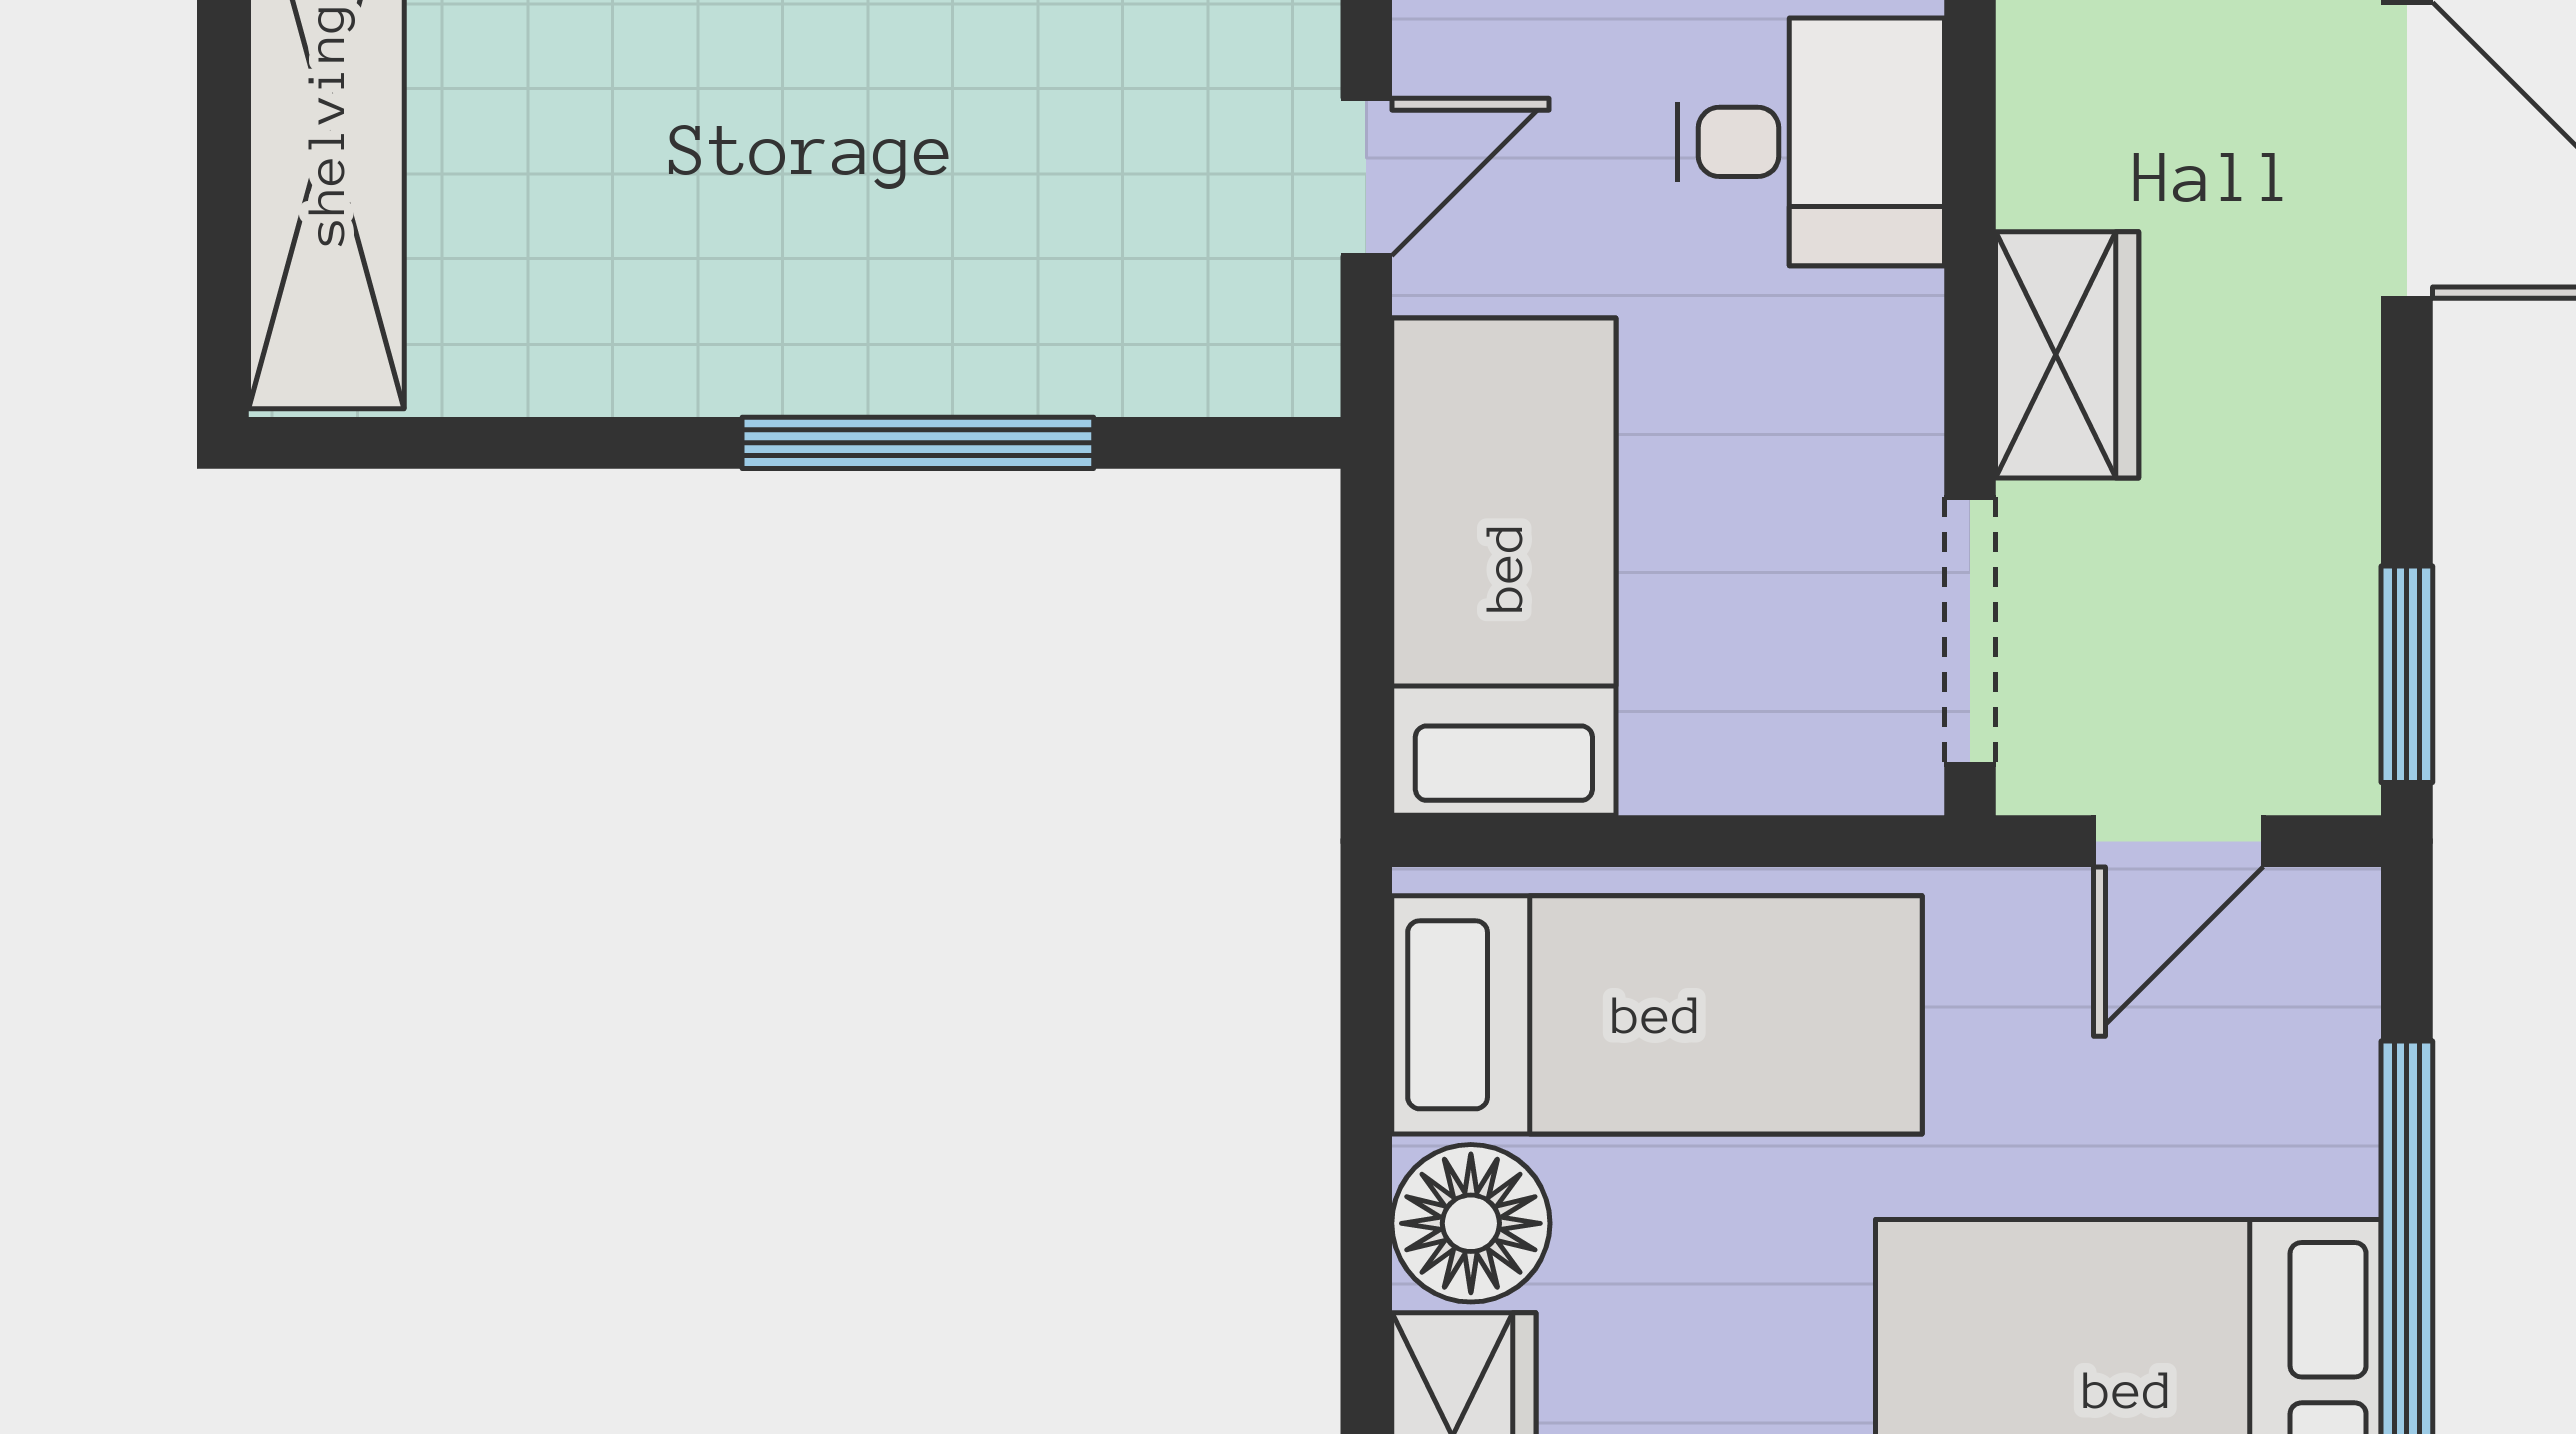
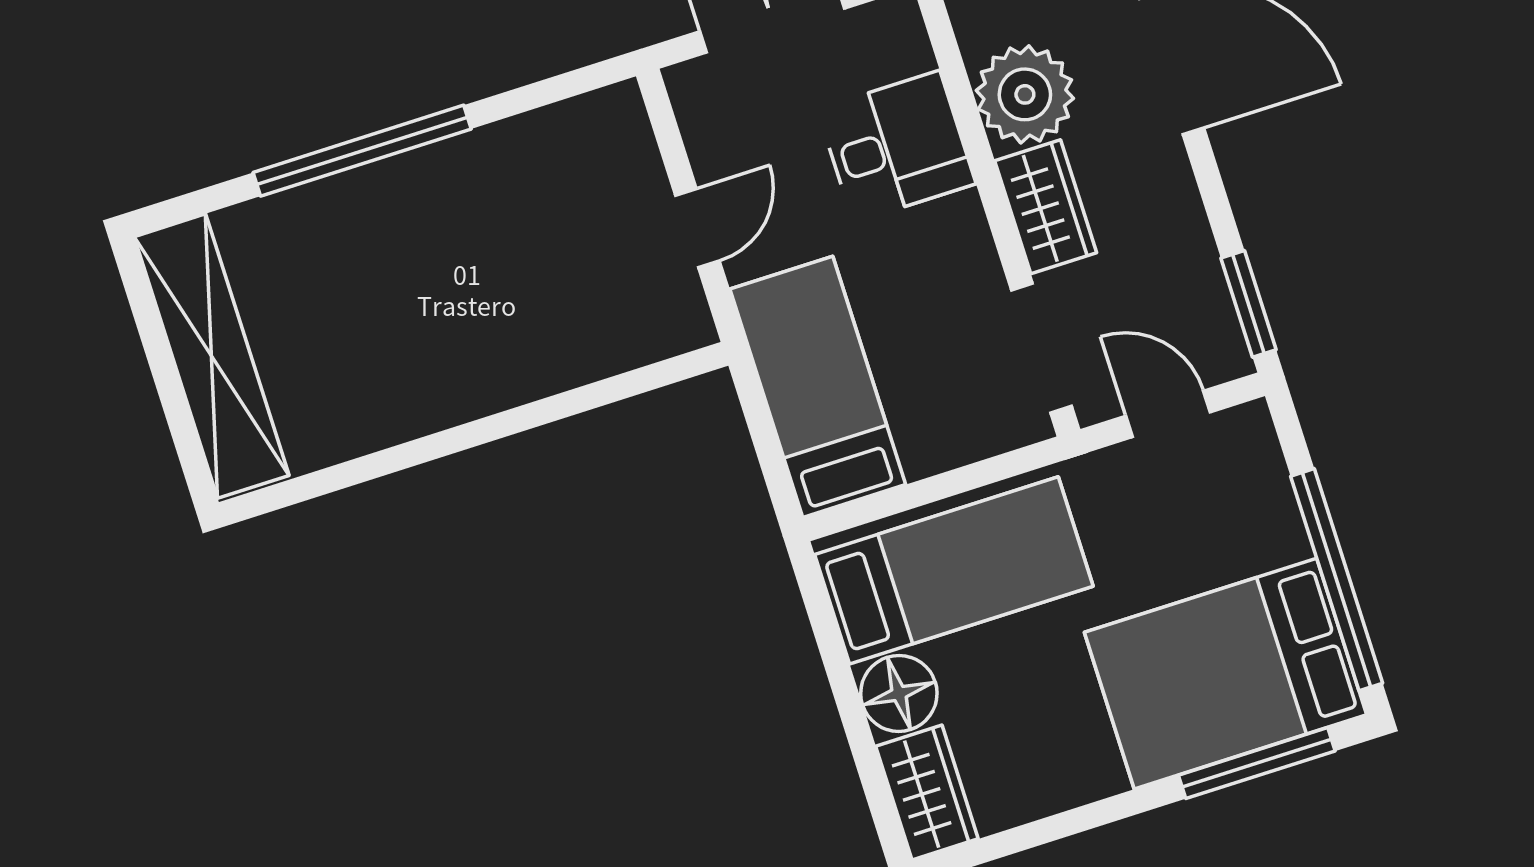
plant: (2097, 120) -> (1025, 94), added
window: (918, 443) -> (530, 416), removed
door: (2178, 841) -> (1168, 414), swing flipped

